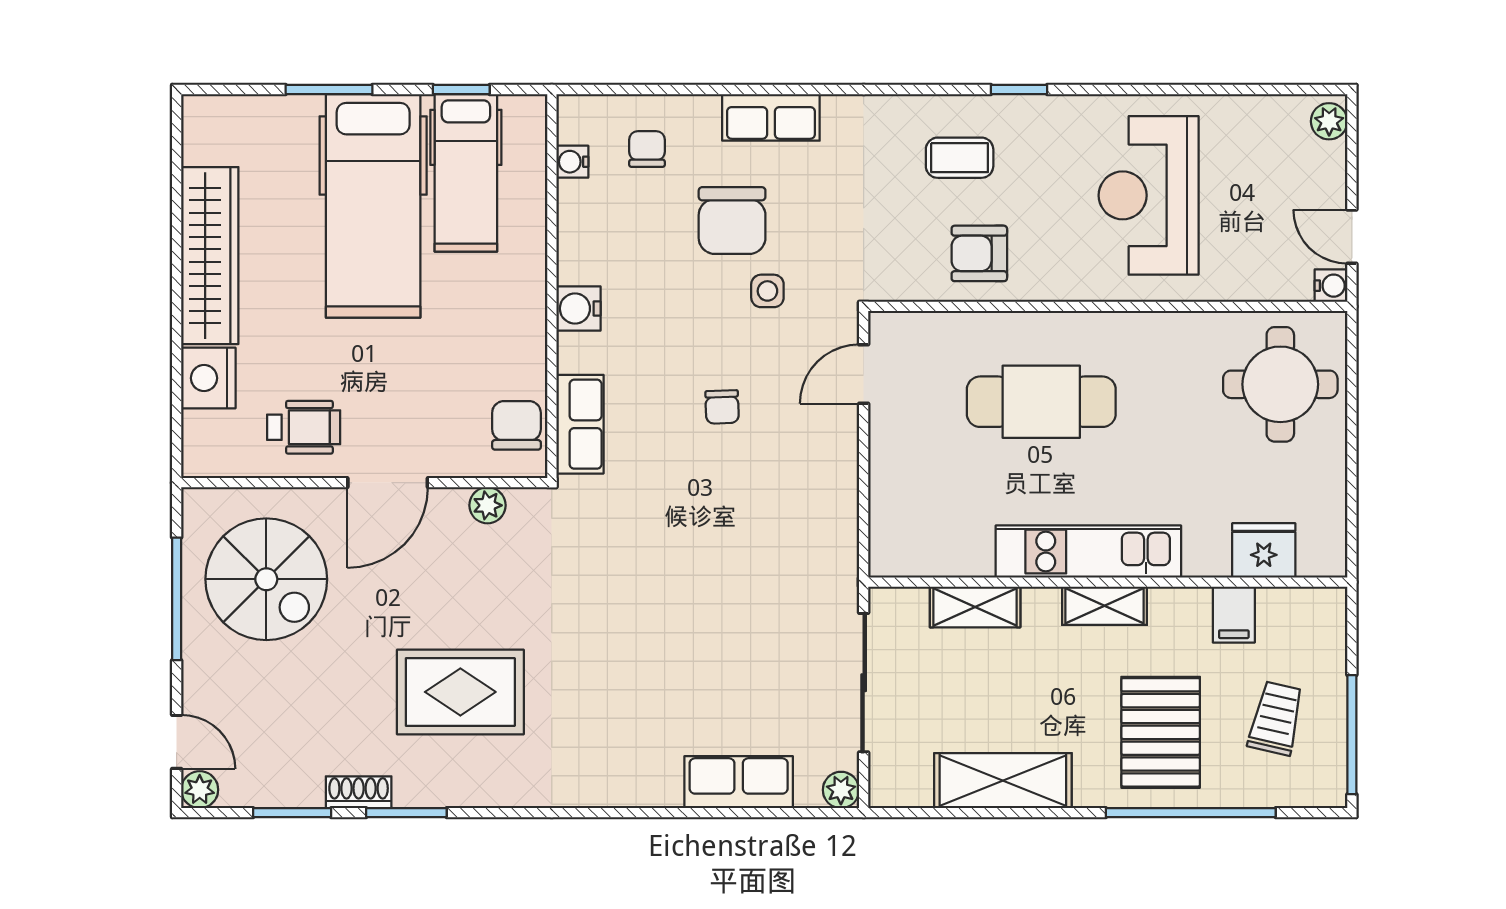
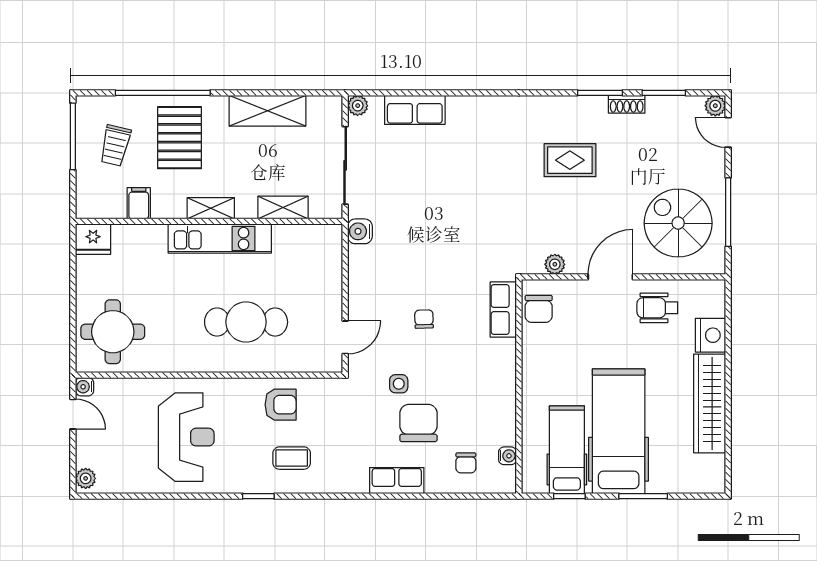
water cooler: (578, 308) -> (360, 231), moved, turned 180
fridge: (1264, 550) -> (93, 239), moved
rug: (460, 692) -> (570, 160), width x0.73, depth x0.70

